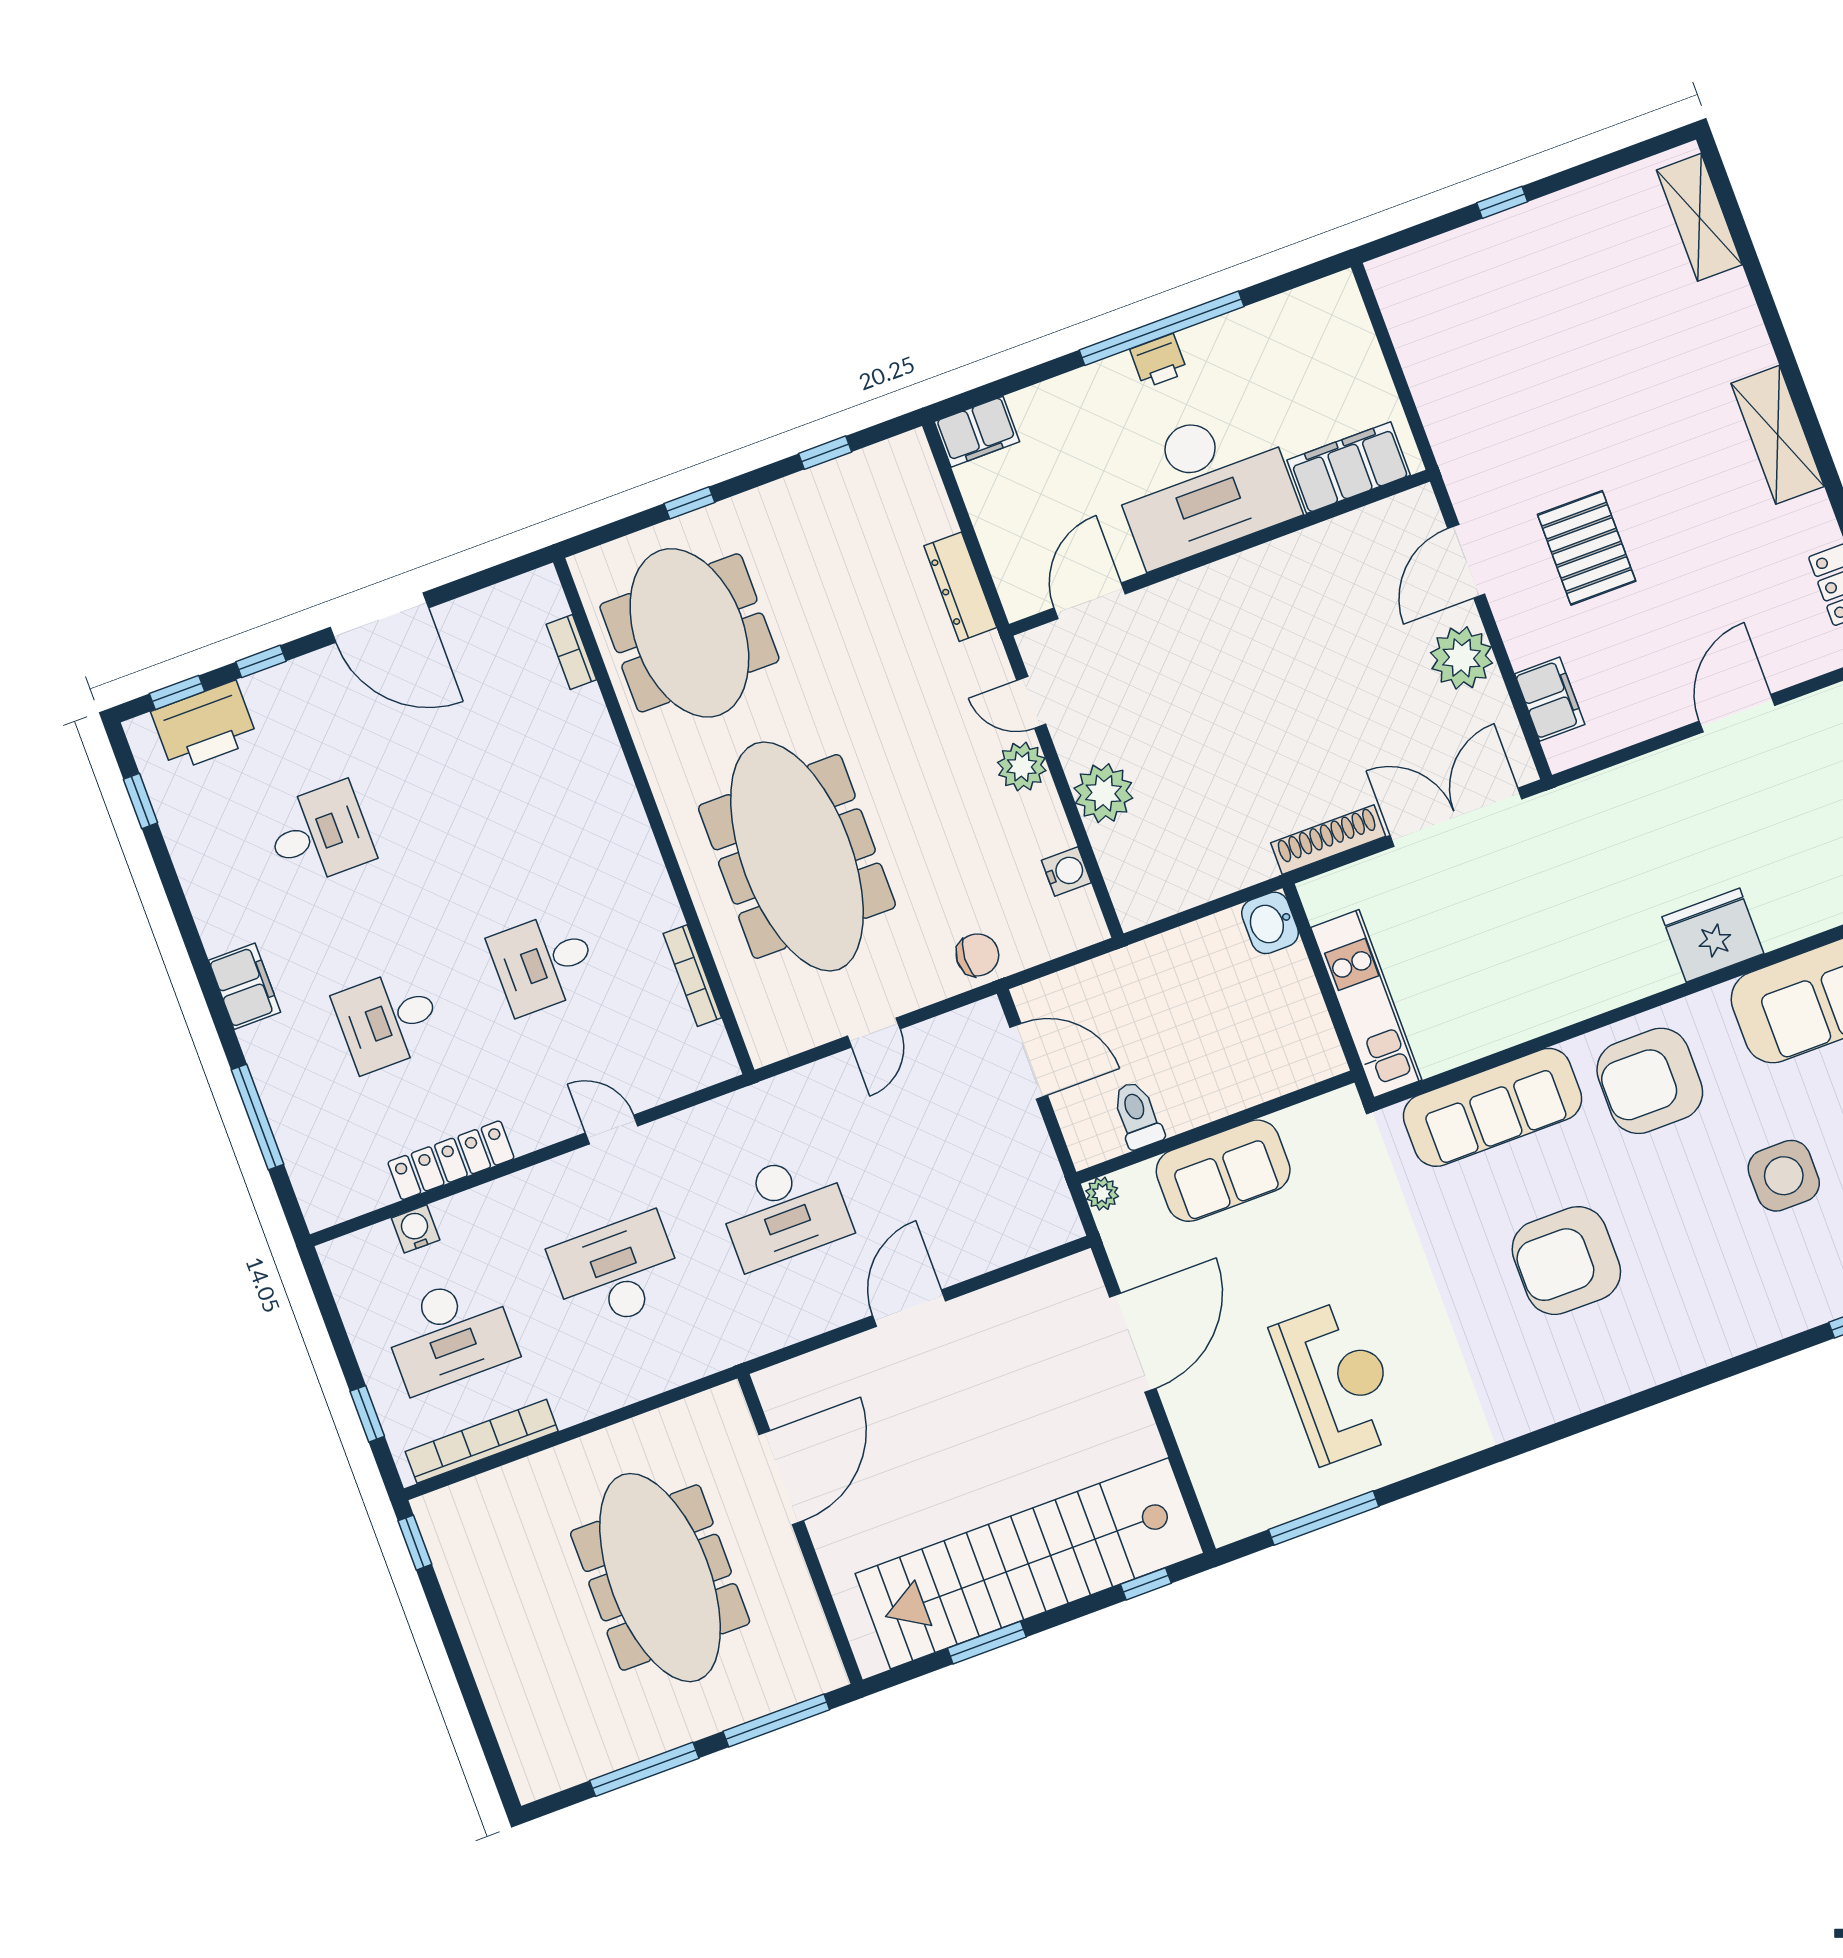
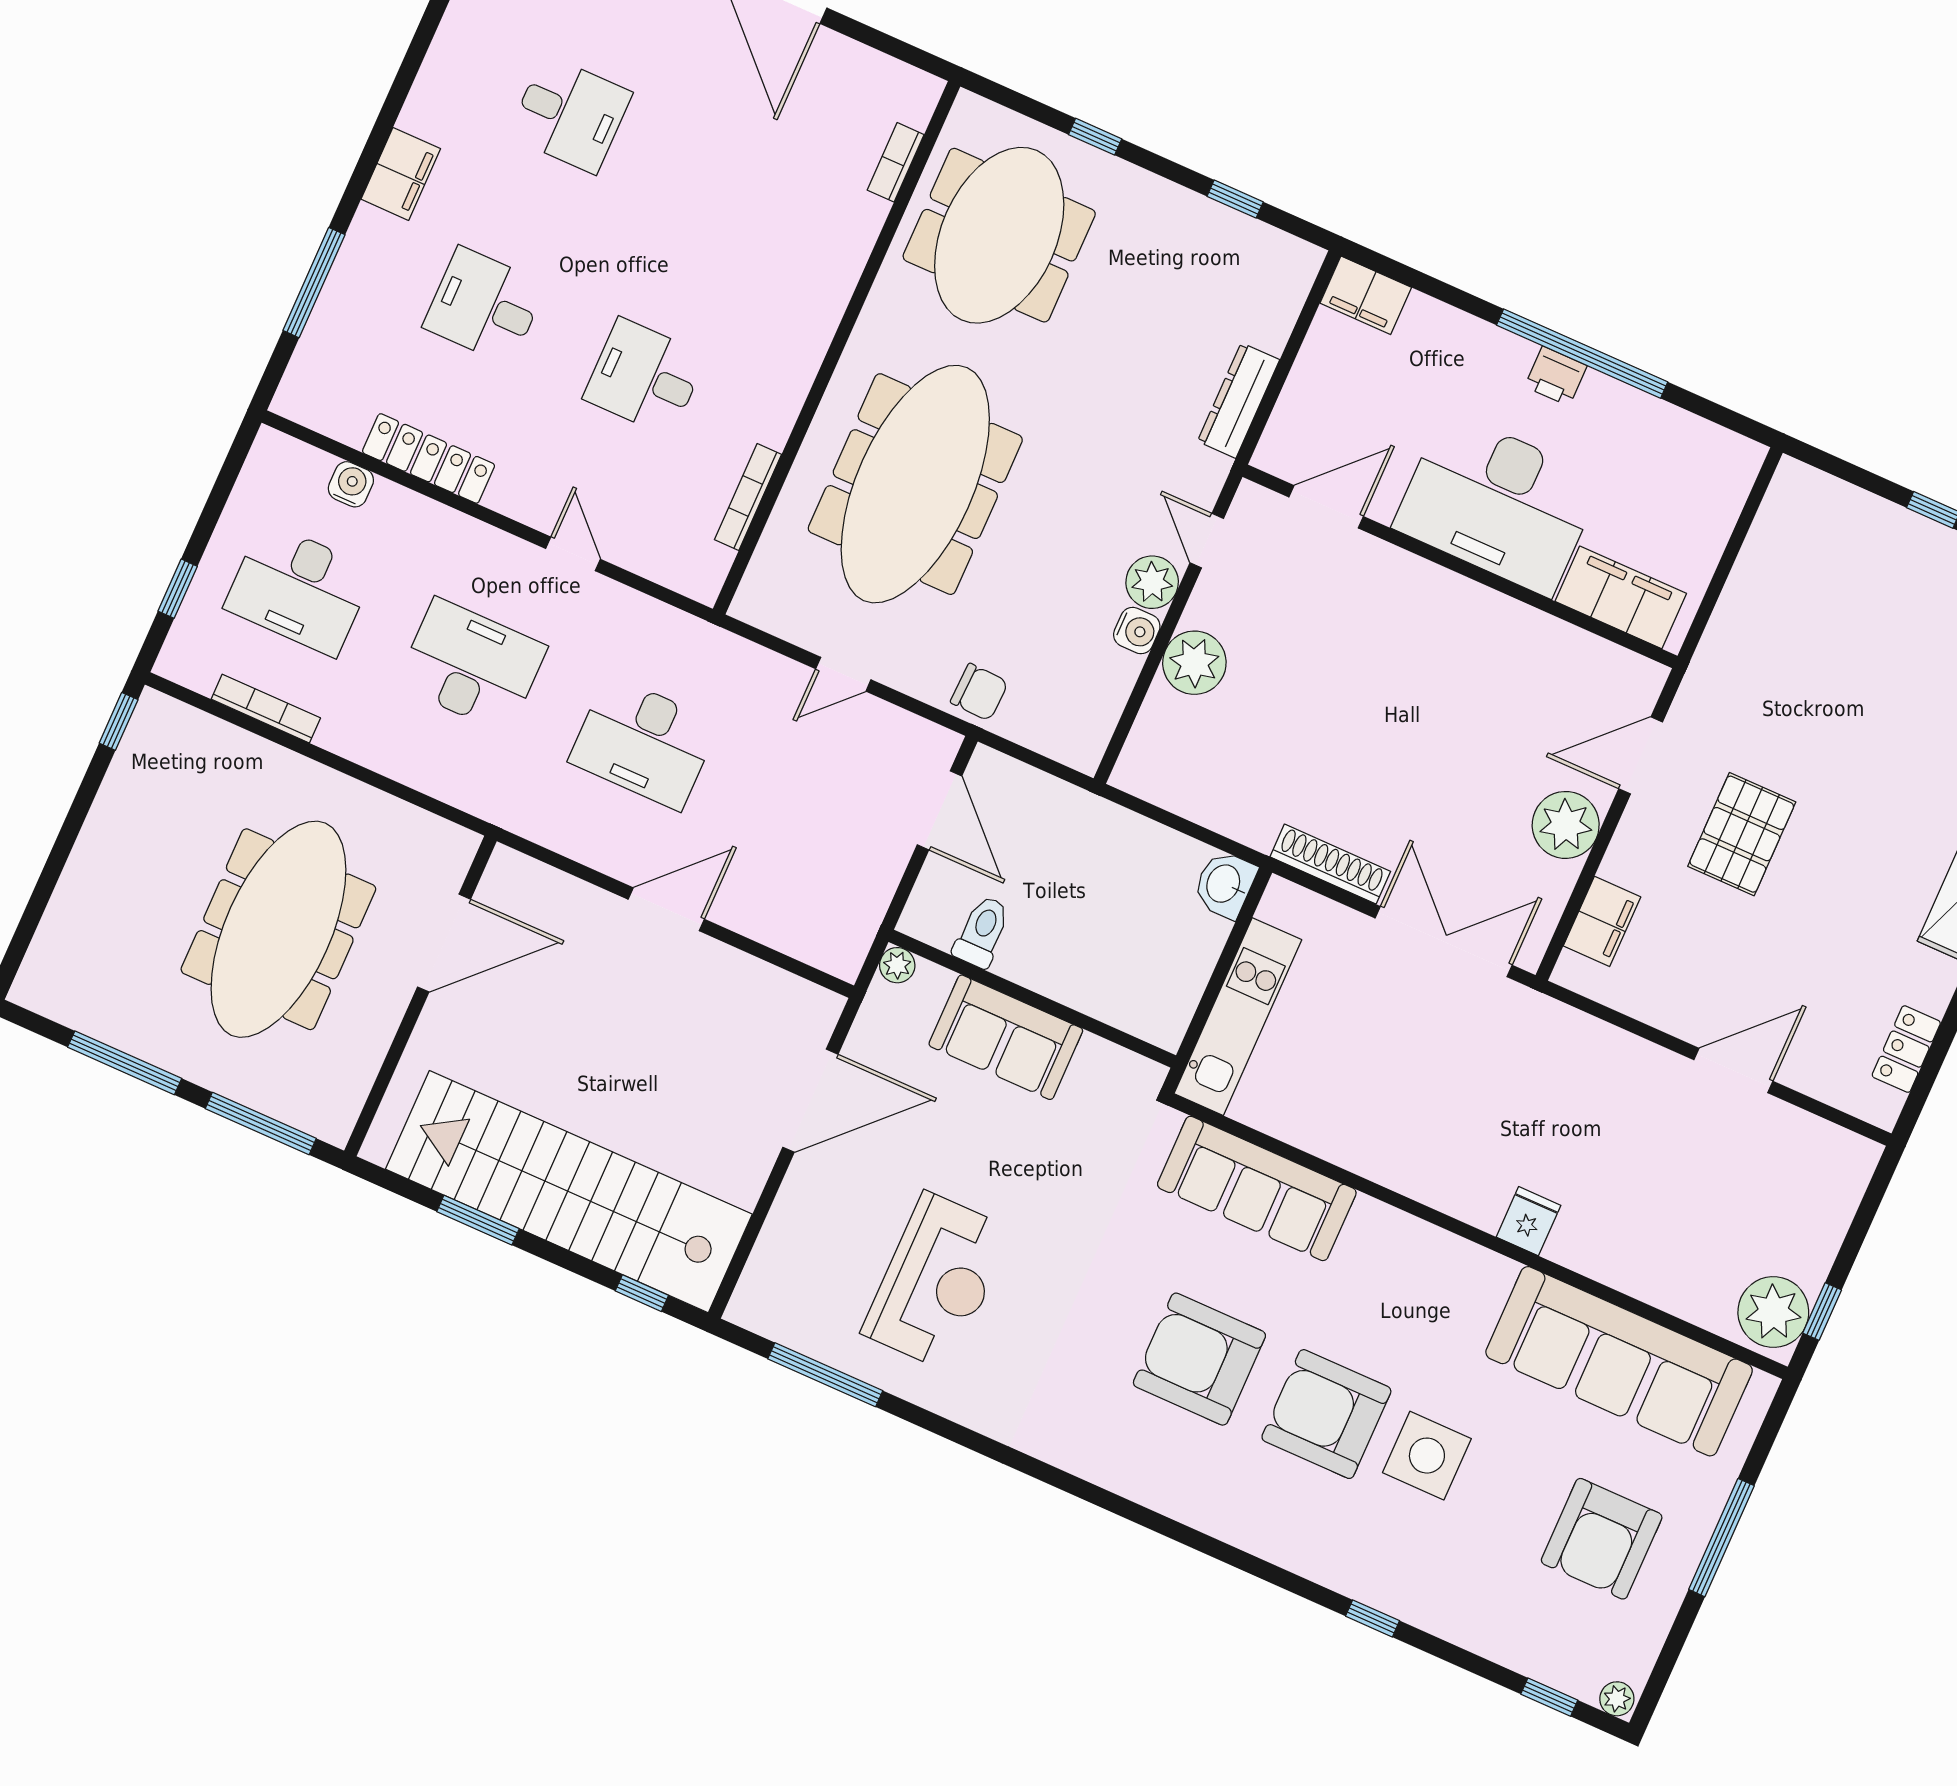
water cooler: (1066, 871) -> (1137, 631), moved
fridge: (1713, 935) -> (1528, 1221), width x0.53, depth x0.75
armchair: (1650, 1081) -> (1326, 1414), moved
bookcase: (482, 1441) -> (266, 709), width x0.68, depth x0.76

